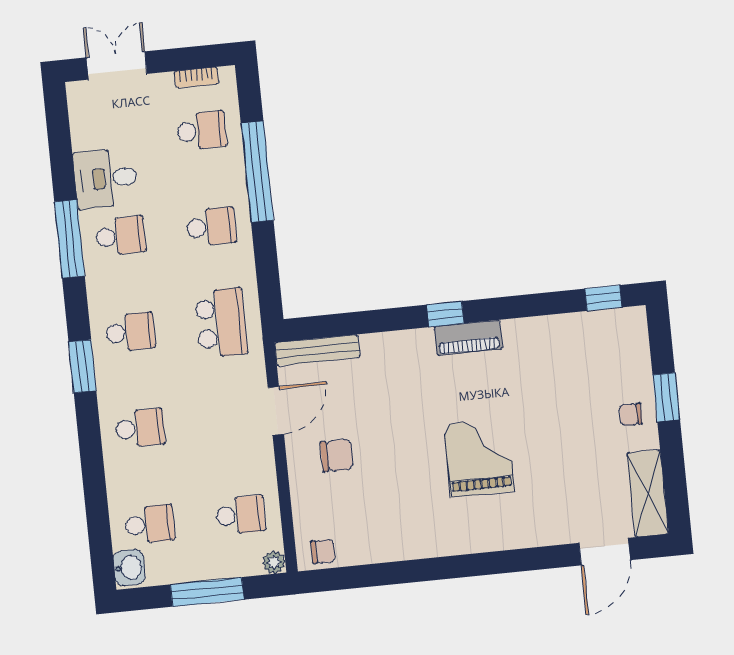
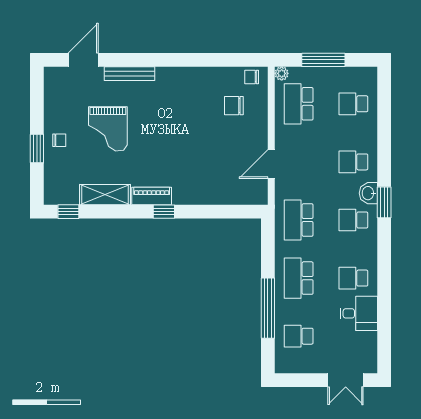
bookcase: (197, 77) -> (298, 368), removed
school desk: (211, 227) -> (299, 278), width x1.85
window: (69, 239) -> (384, 279), removed
bench: (317, 350) -> (129, 74), moved
chair: (337, 455) -> (234, 106), moved
grand piano: (479, 458) -> (108, 129), moved
shelving: (648, 493) -> (105, 195), moved, turned 90
school desk: (241, 515) -> (299, 104), width x1.85
washbasin: (129, 568) -> (368, 193), moved

